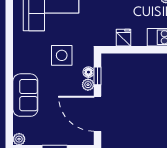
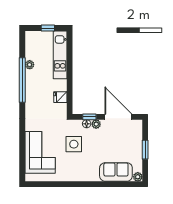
sofa: (25, 95) -> (116, 172), moved
door: (98, 114) -> (118, 117), swing flipped

